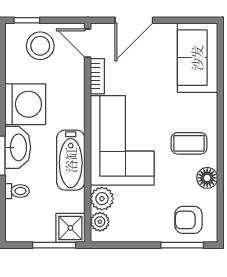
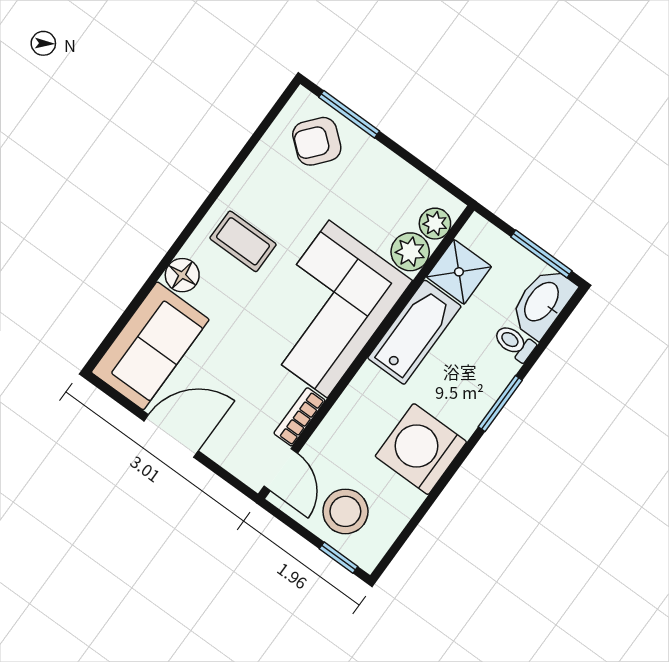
door: (134, 20) -> (171, 436), moved
washbasin: (18, 147) -> (542, 302), moved
floor lamp: (207, 178) -> (182, 275), moved
armchair: (188, 220) -> (317, 141), turned 130
shower: (70, 228) -> (459, 272), moved
window: (54, 245) -> (541, 254), moved

